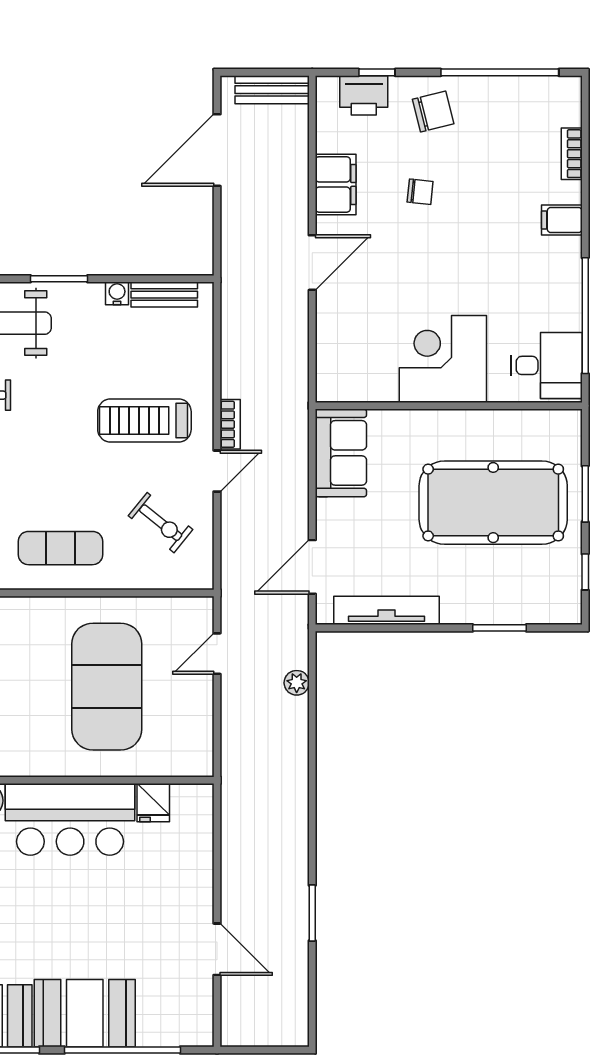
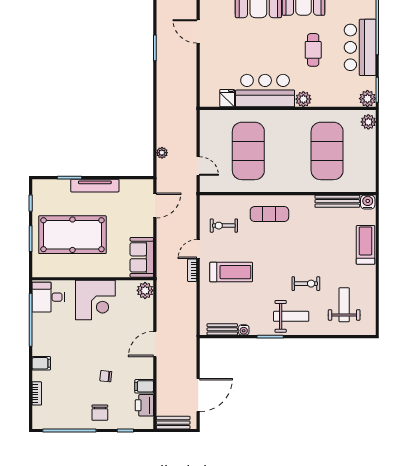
printer: (364, 95) -> (144, 405), moved, turned -90
chair: (433, 112) -> (100, 413), turned -76
filing cabinet: (336, 184) -> (144, 386), width x0.50
plant: (334, 380) -> (145, 290), added
exercise bike: (161, 523) -> (224, 226), turned -39
tv unit: (386, 610) -> (95, 186), moved
door: (217, 654) -> (198, 166), hinge flipped

